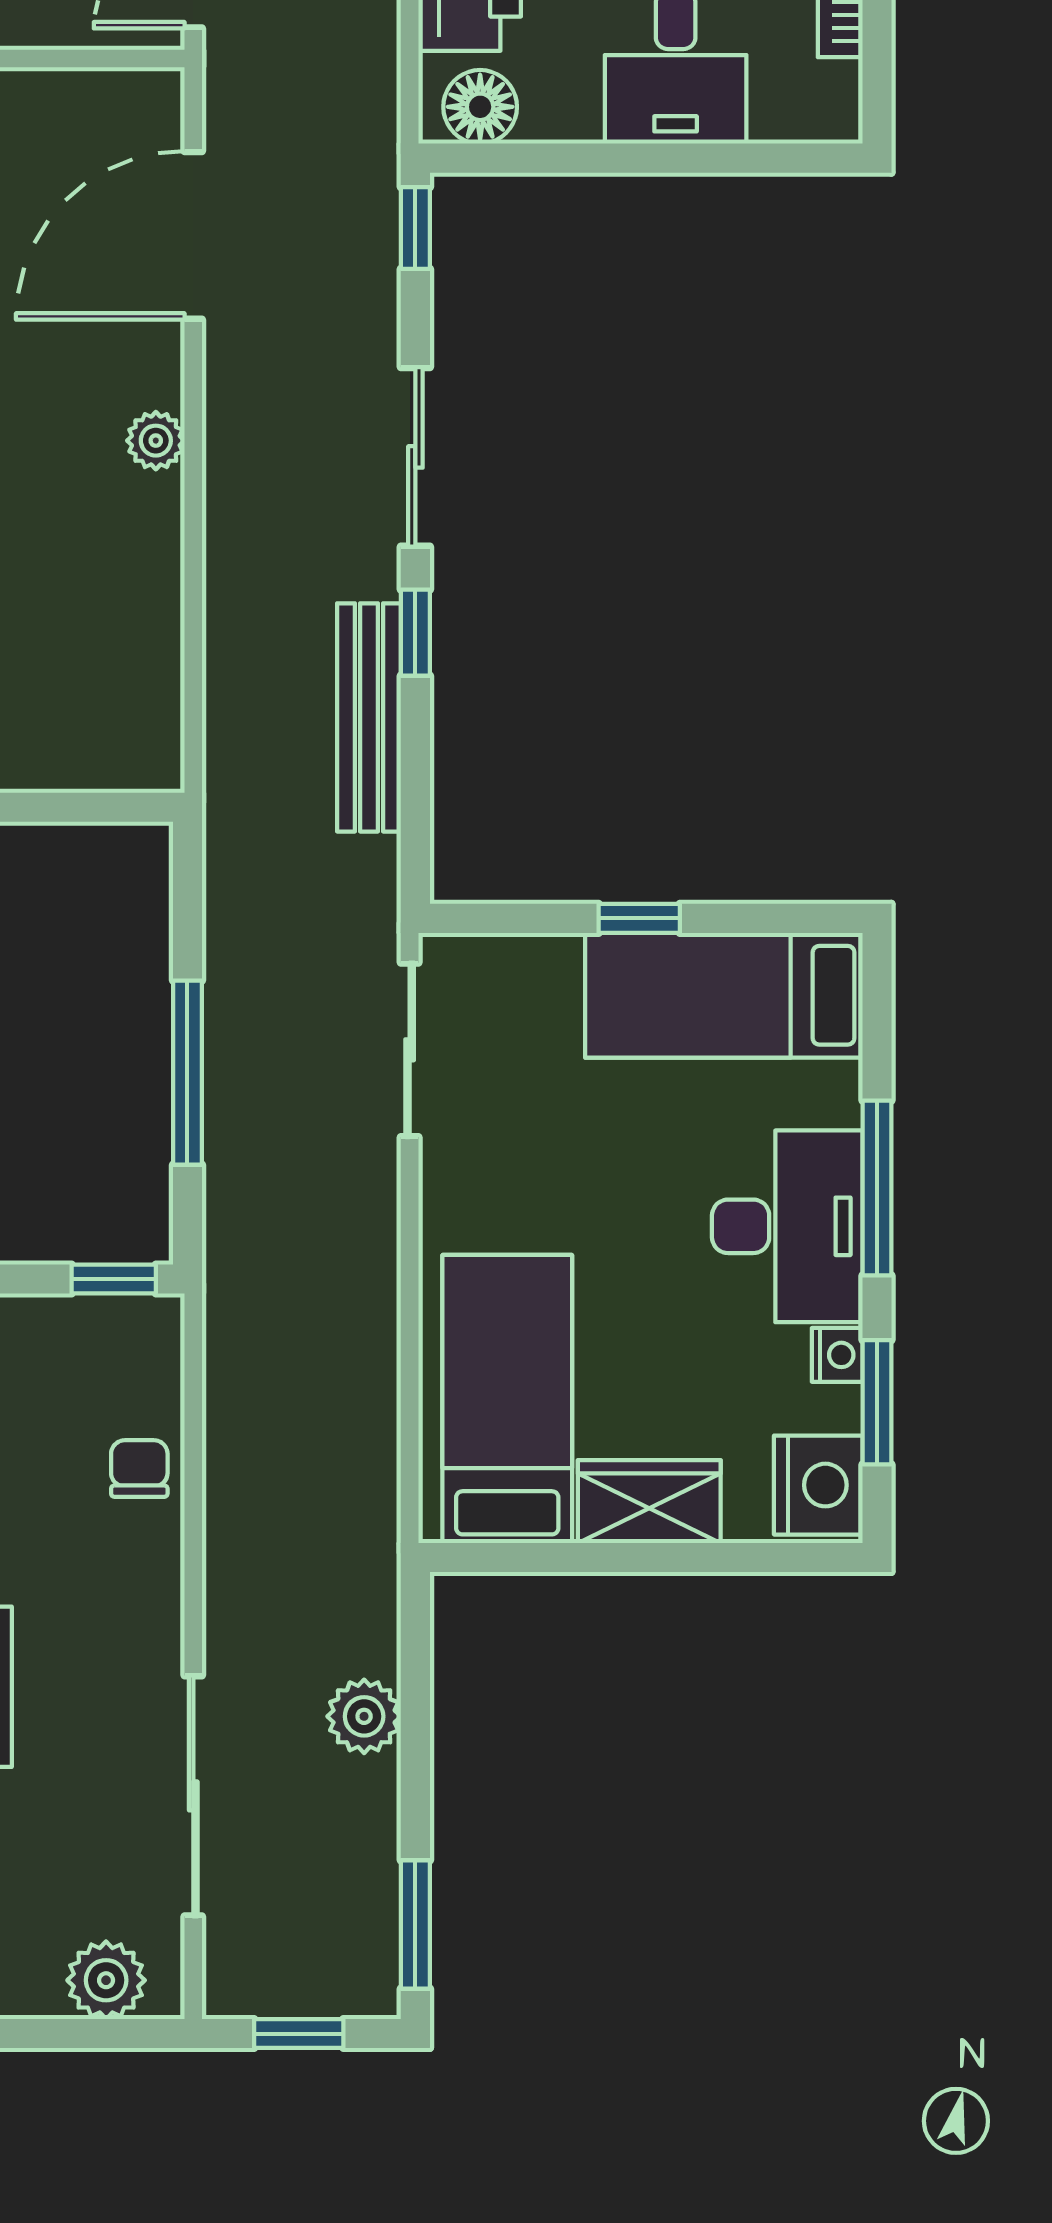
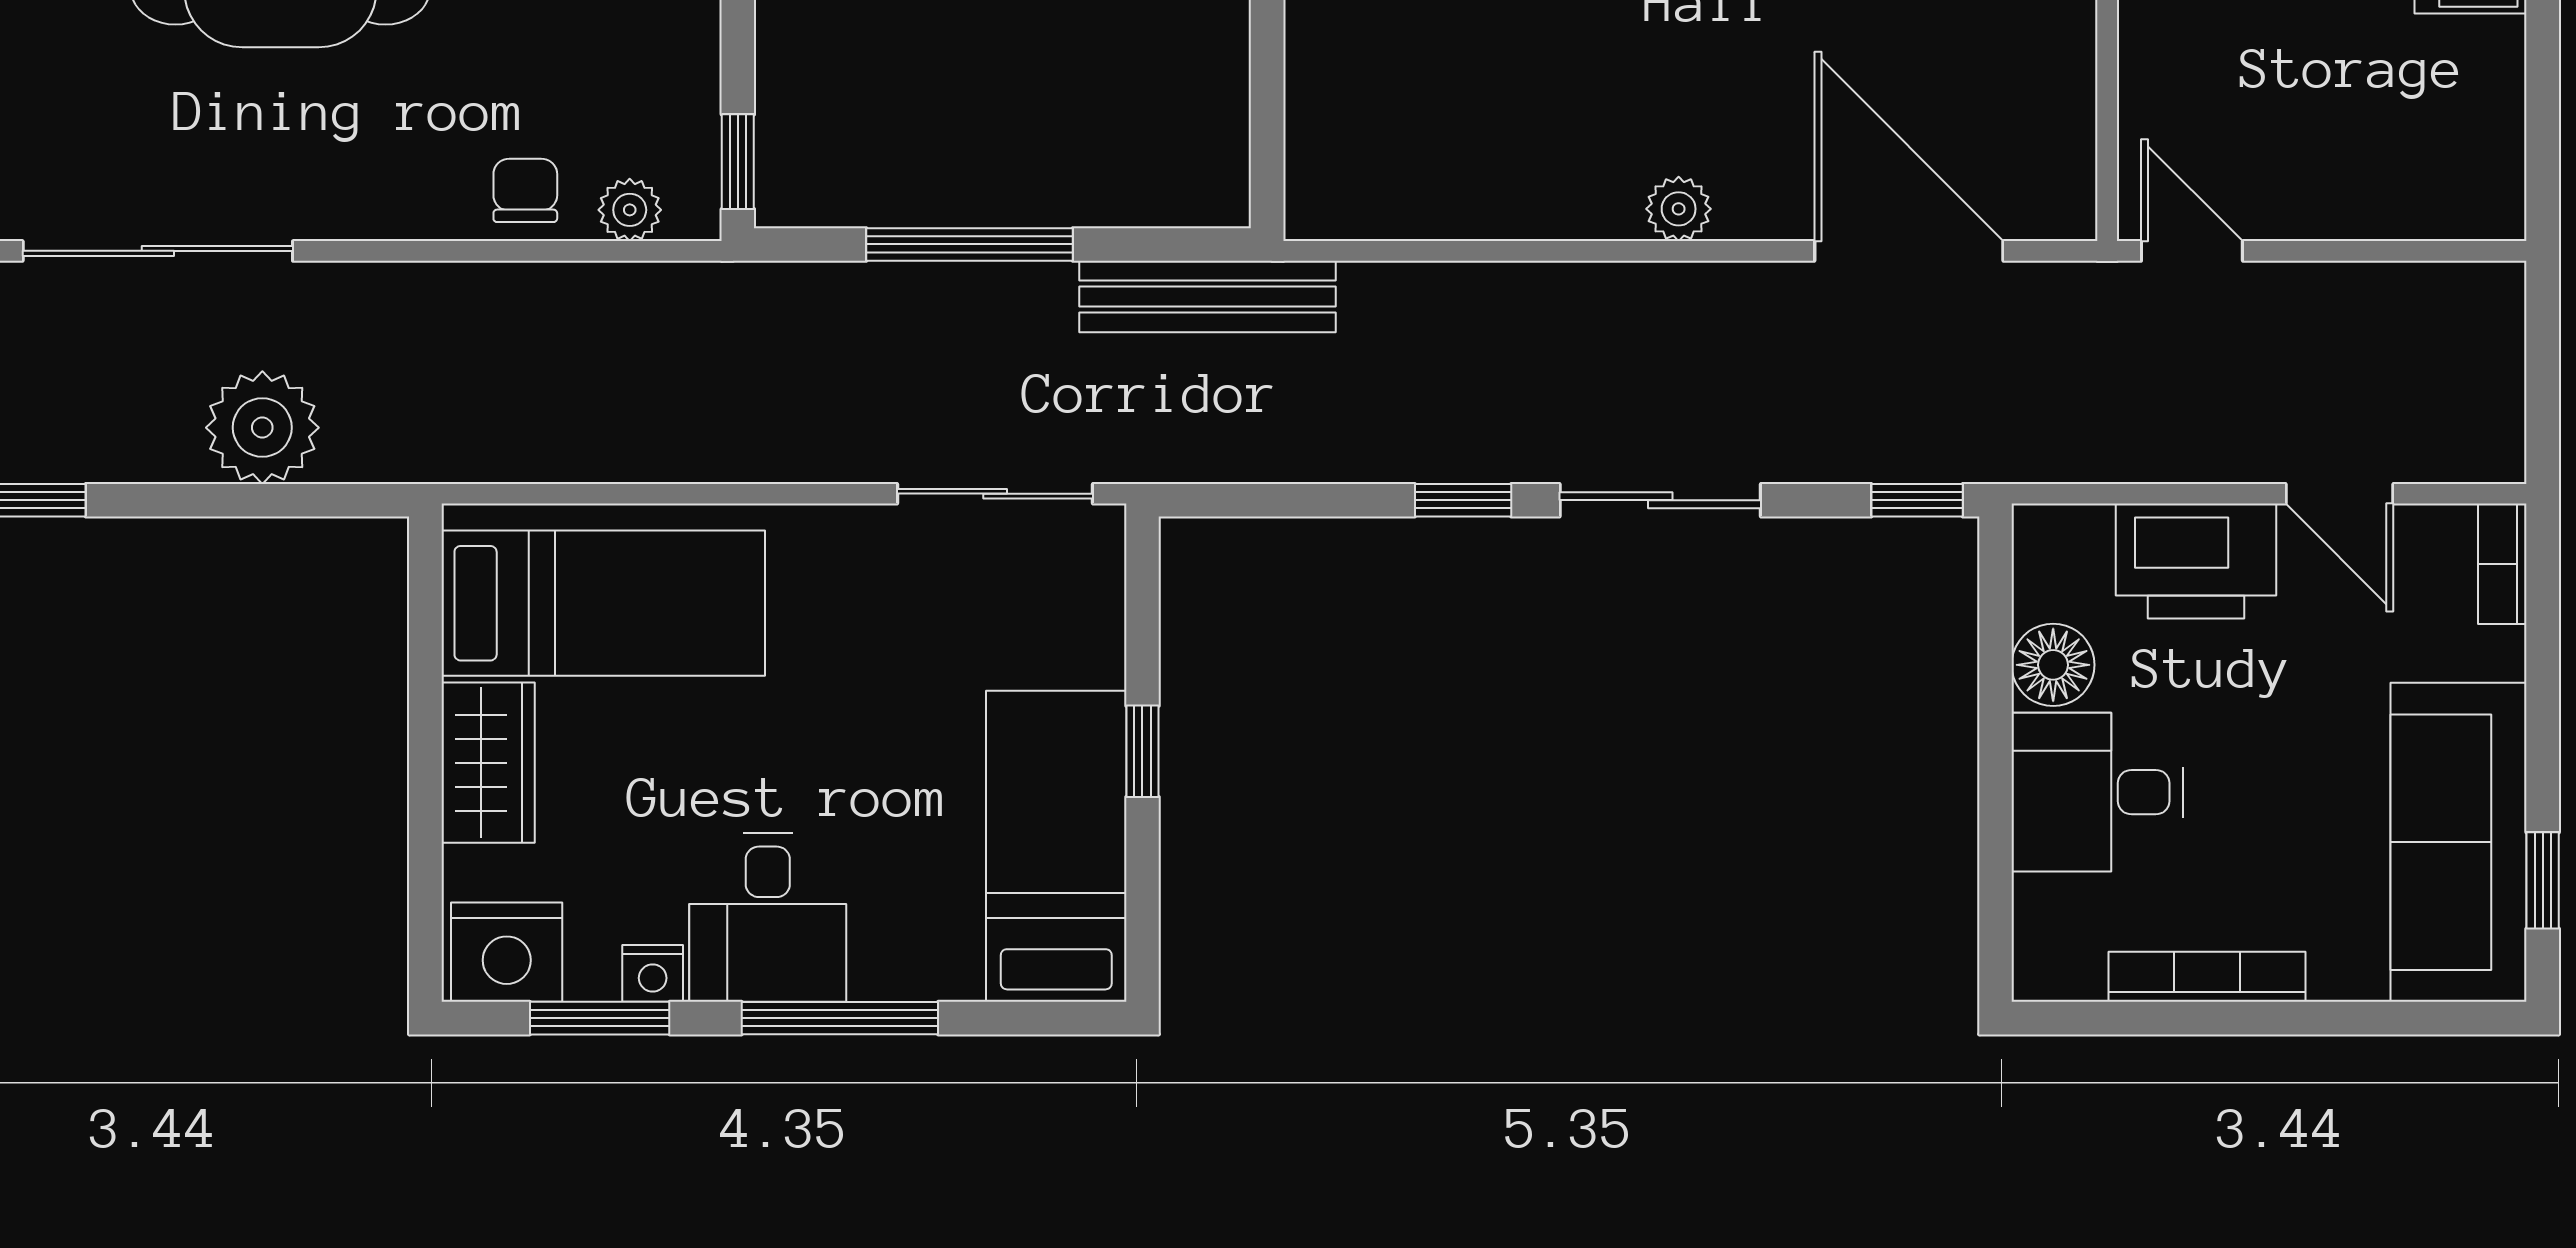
floor lamp: (480, 107) -> (2053, 665), moved
bench: (369, 717) -> (1208, 296), moved
desk: (787, 1226) -> (768, 917), width x0.73
plant: (157, 1375) -> (630, 210), added
chair: (139, 1468) -> (525, 190), turned -90
plant: (364, 1716) -> (262, 428), width x1.36, depth x1.36

